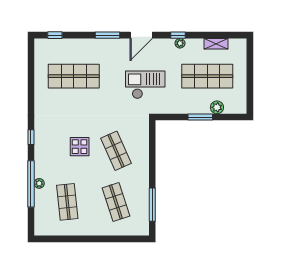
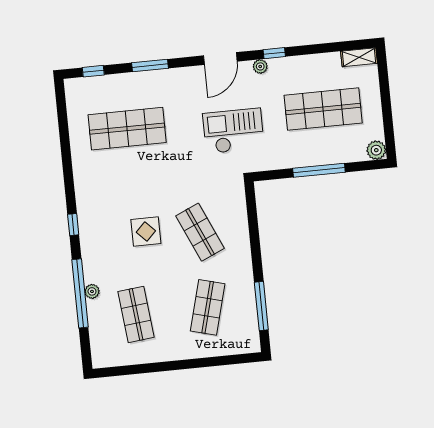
window: (108, 35) -> (150, 66), moved
plant: (180, 43) -> (260, 66), moved
shelving: (216, 44) -> (359, 57), moved
plant: (217, 107) -> (376, 150), moved
window: (200, 117) -> (319, 170), width x1.44
shop shelf: (116, 202) -> (208, 307), turned 33

